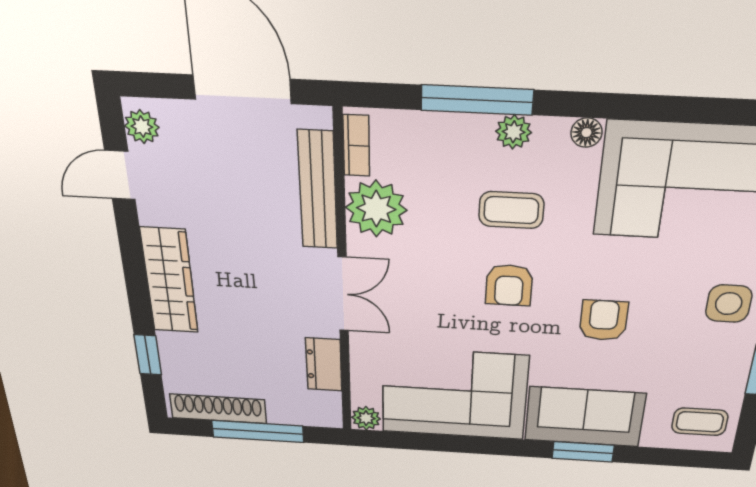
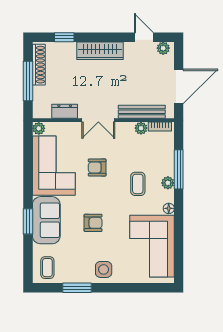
plant: (376, 209) -> (141, 128), width x0.53, depth x0.53
armchair: (509, 285) -> (97, 167), moved

